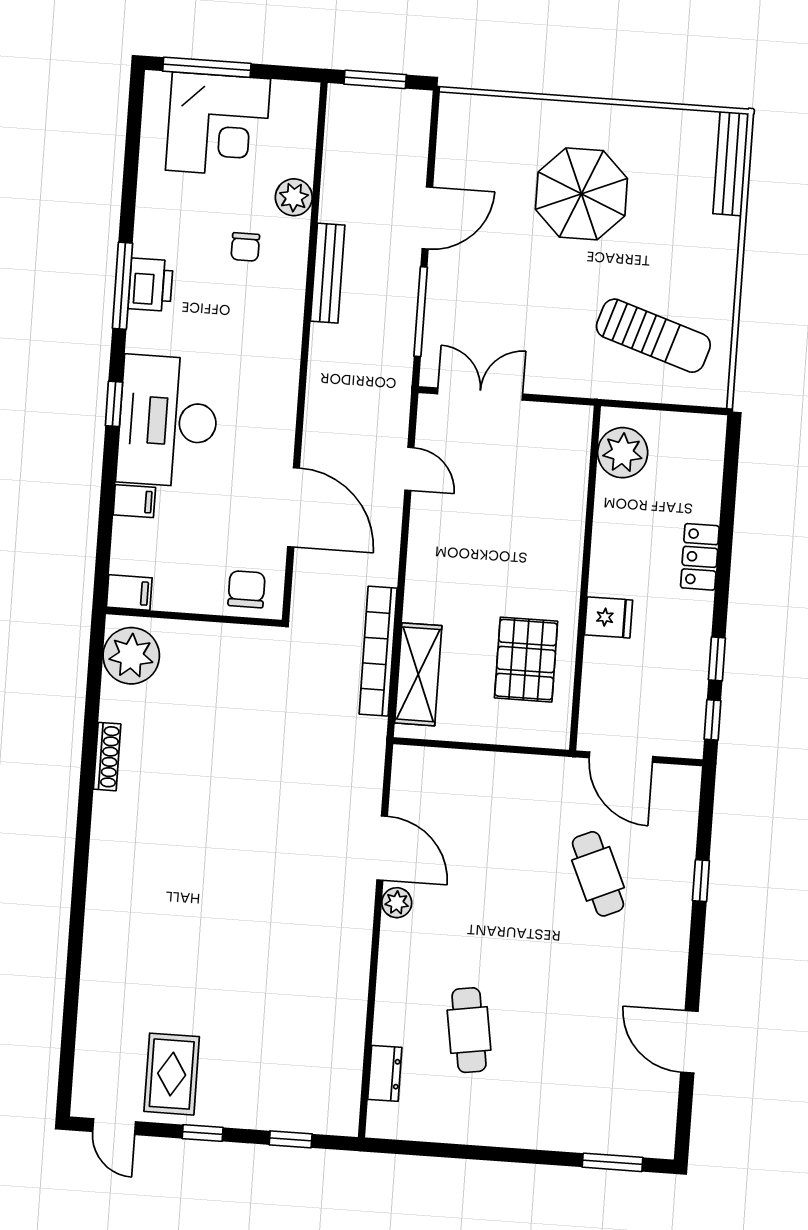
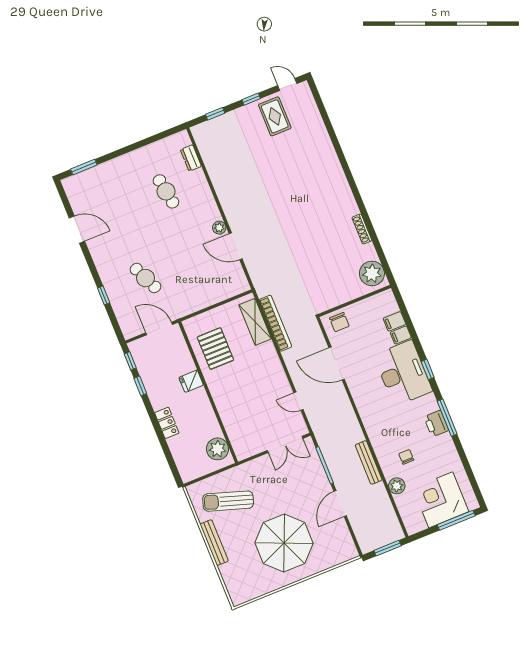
bench: (731, 163) -> (214, 543), moved
parasol: (581, 194) -> (284, 543), width x1.36, depth x1.36
filing cabinet: (129, 592) -> (394, 321), moved

